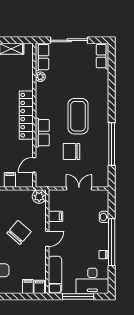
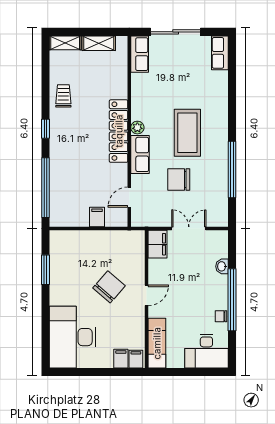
plant: (40, 77) -> (137, 128), moved
plant: (39, 197) -> (136, 239), removed
filing cabinet: (55, 216) -> (157, 244), moved, width x2.00
window: (78, 297) -> (188, 372), removed

